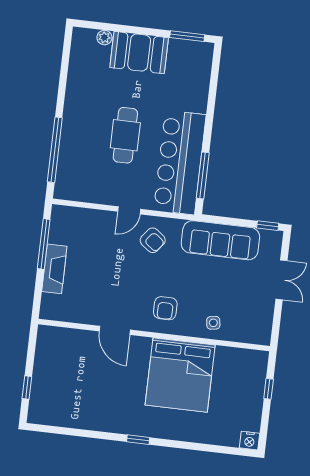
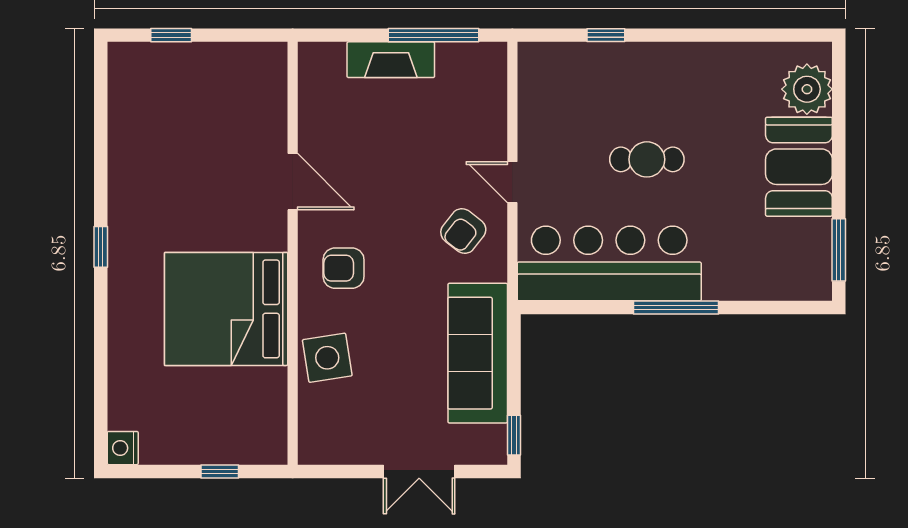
plant: (104, 37) -> (807, 89), width x1.88, depth x1.88
cafe table: (125, 135) -> (647, 159), width x0.73, depth x0.74
window: (55, 150) -> (606, 35), width x0.32
window: (203, 175) -> (676, 307), moved
side table: (213, 323) -> (327, 358), width x1.87, depth x1.87
door: (115, 330) -> (293, 182), swing flipped

